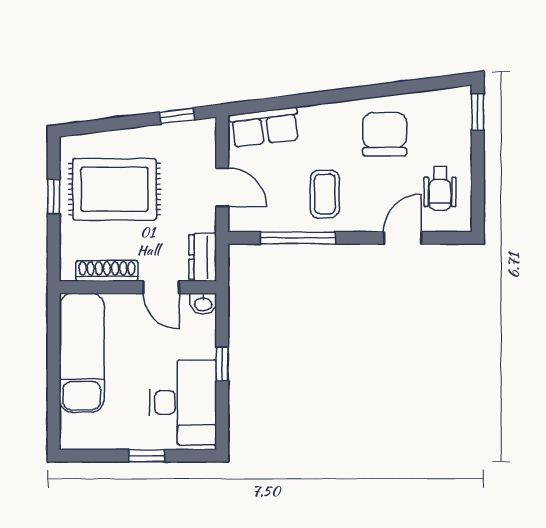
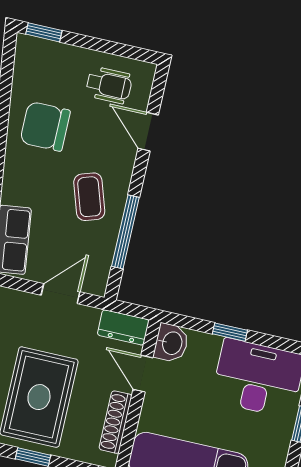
coffee table: (325, 194) -> (89, 197), turned 72
door: (161, 287) -> (143, 374), swing flipped
washbasin: (203, 304) -> (171, 343), width x1.38, depth x1.45

